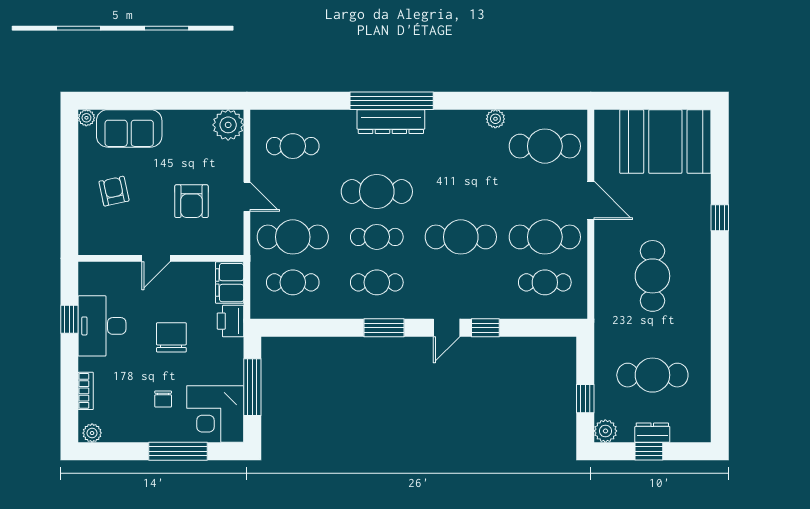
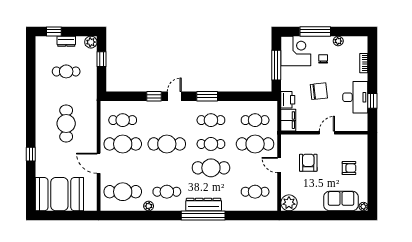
cafe table: (461, 146) -> (167, 192), added
armchair: (114, 191) -> (349, 168), turned -78
chair: (171, 337) -> (319, 91), turned -96
cafe table: (652, 375) -> (66, 71), width x0.73, depth x0.74
plant: (92, 433) -> (338, 41), moved
window: (649, 451) -> (54, 31), moved

